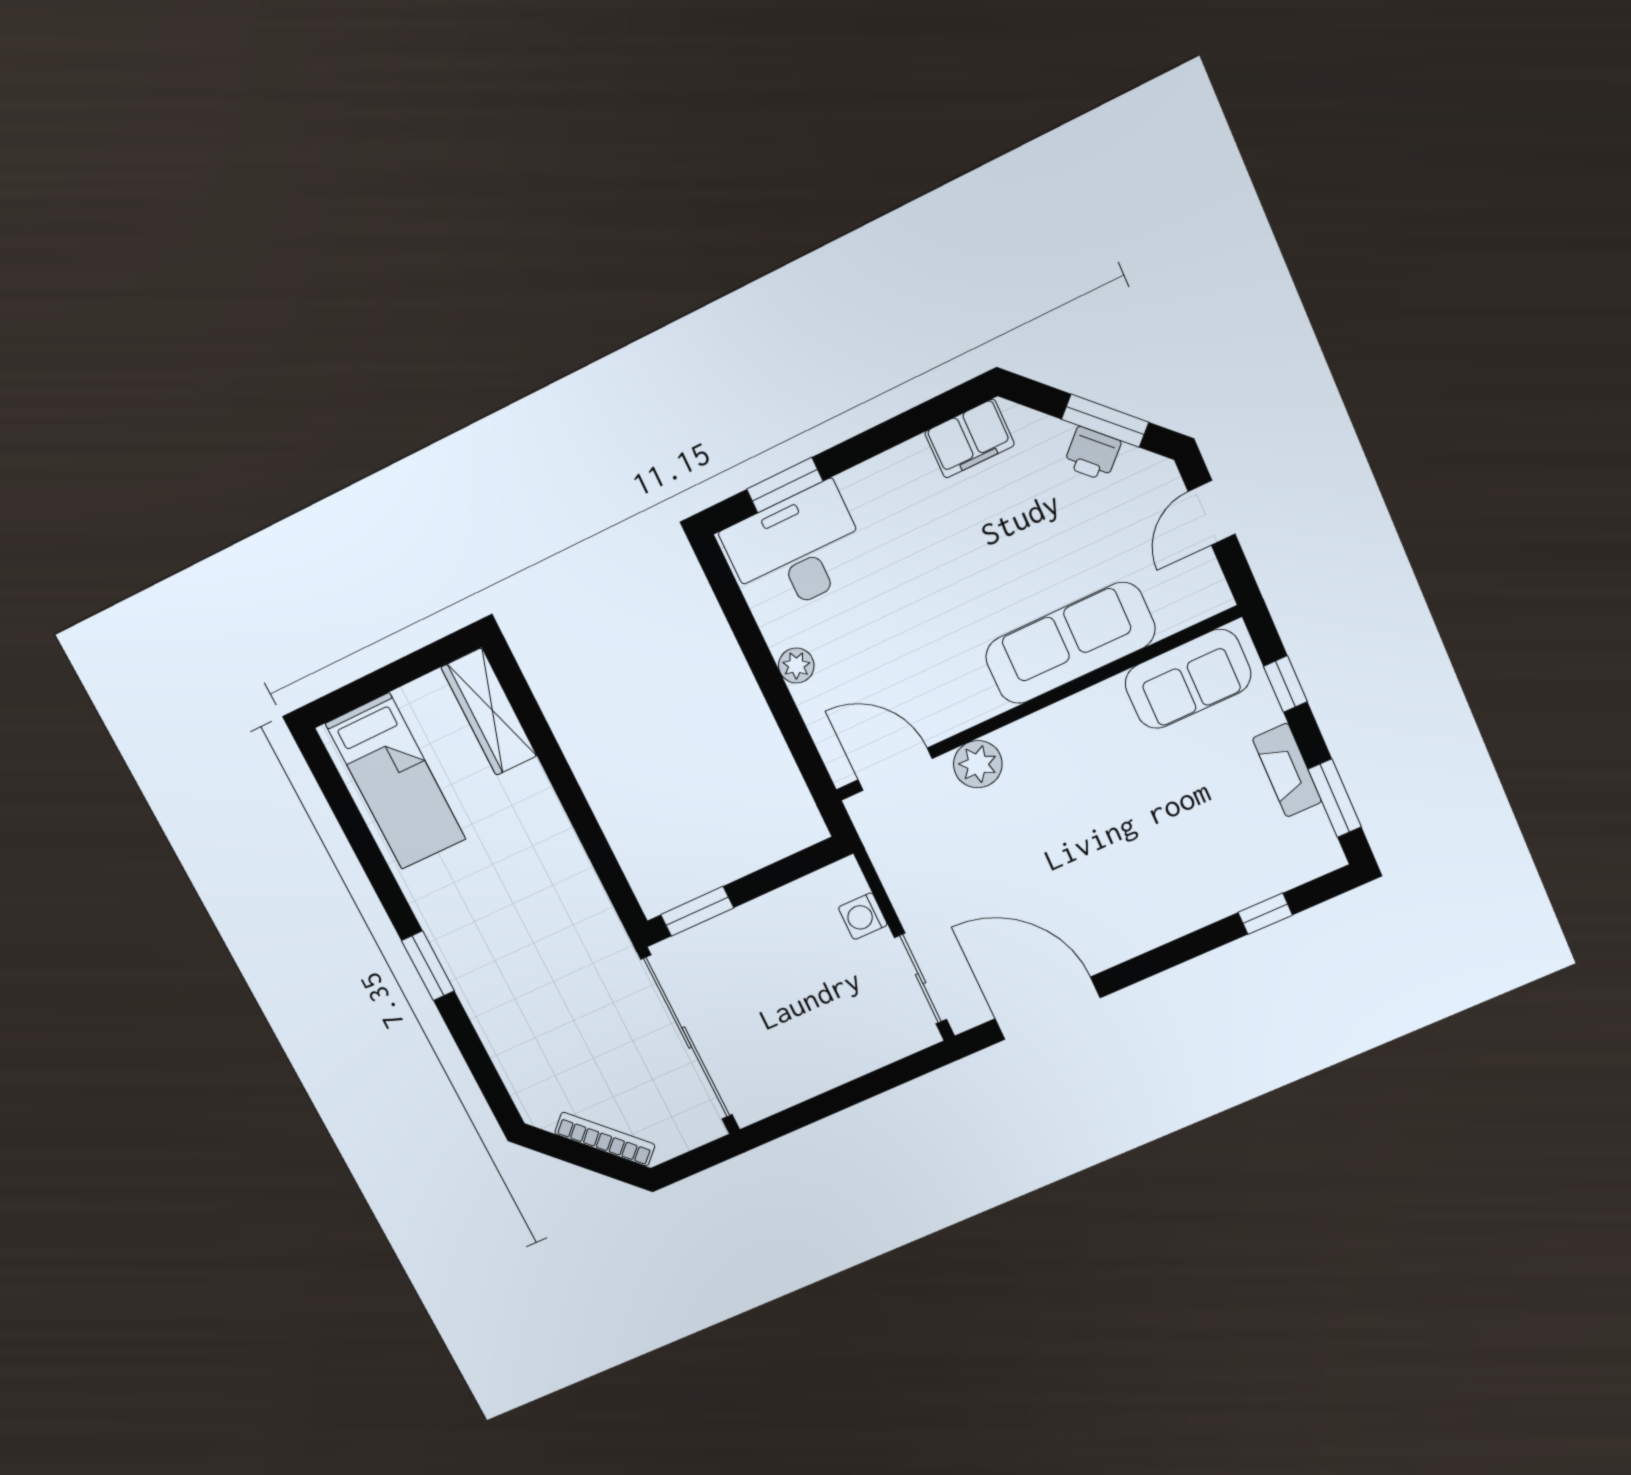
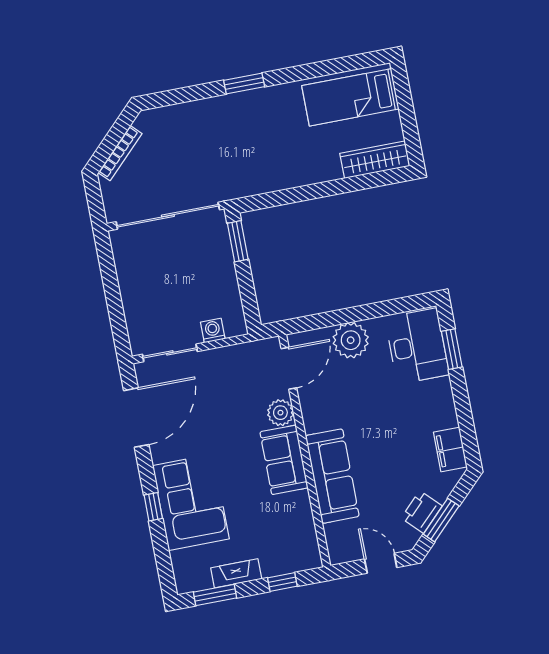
printer: (1092, 454) -> (422, 512), width x1.36, depth x1.24
plant: (796, 666) -> (351, 340), width x1.88, depth x1.88
sofa: (1188, 679) -> (284, 460), moved
corner sofa: (1176, 881) -> (191, 502), added
window: (1265, 914) -> (153, 507), moved

